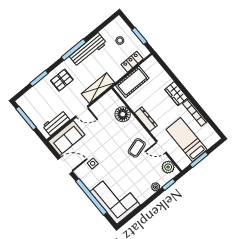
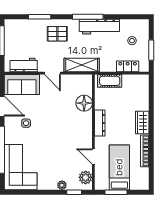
cot: (132, 82) -> (110, 81), width x0.73, depth x0.75
coffee table: (137, 148) -> (73, 140), removed

